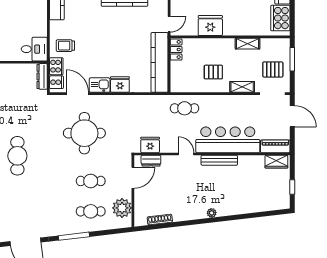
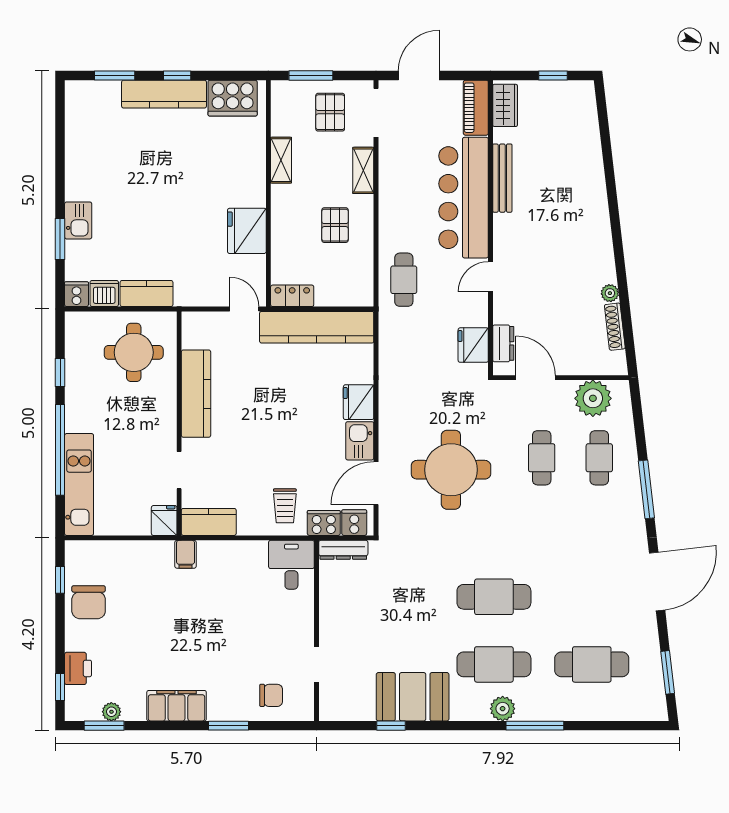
bench: (219, 160) -> (502, 178), moved
plant: (212, 213) -> (610, 293), moved

